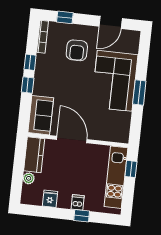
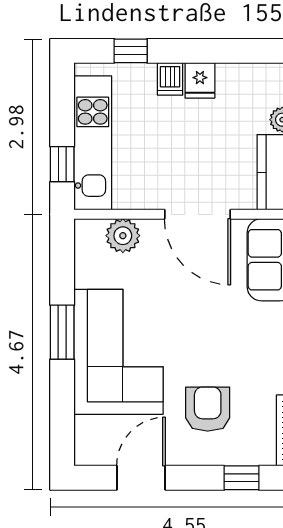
plant: (107, 133) -> (123, 236), added
fridge: (50, 199) -> (200, 80), moved
window: (82, 216) -> (131, 51), moved

